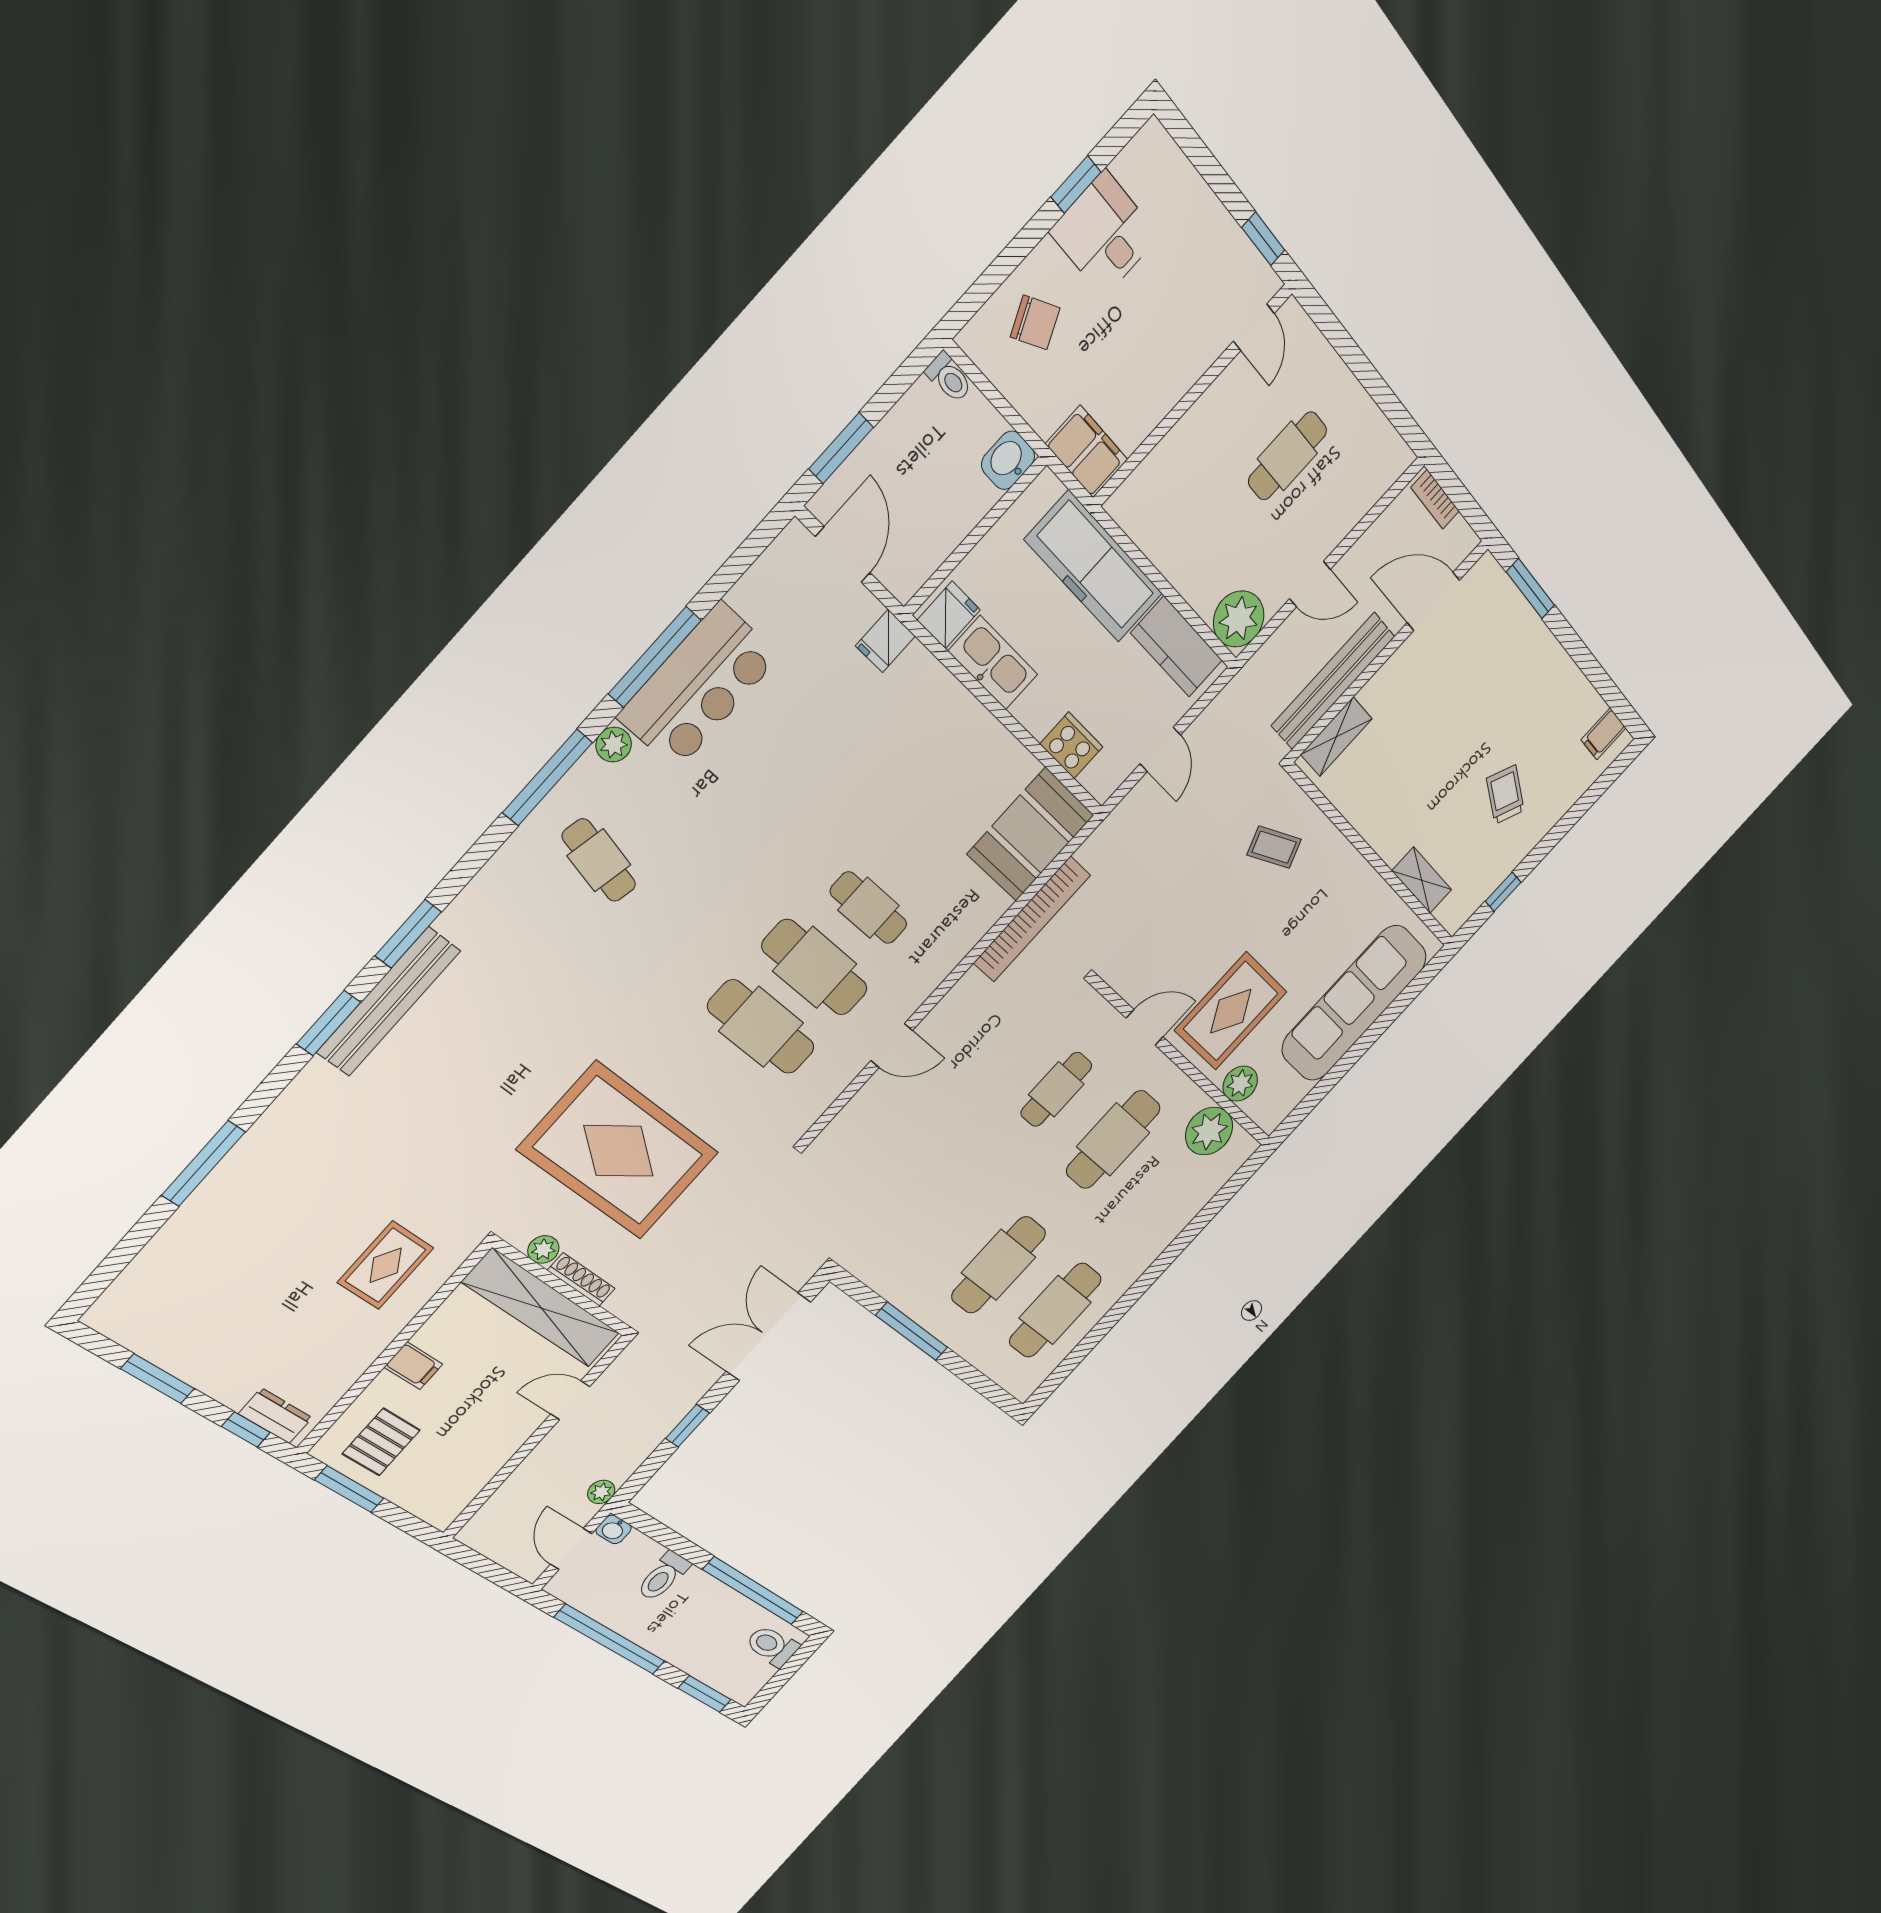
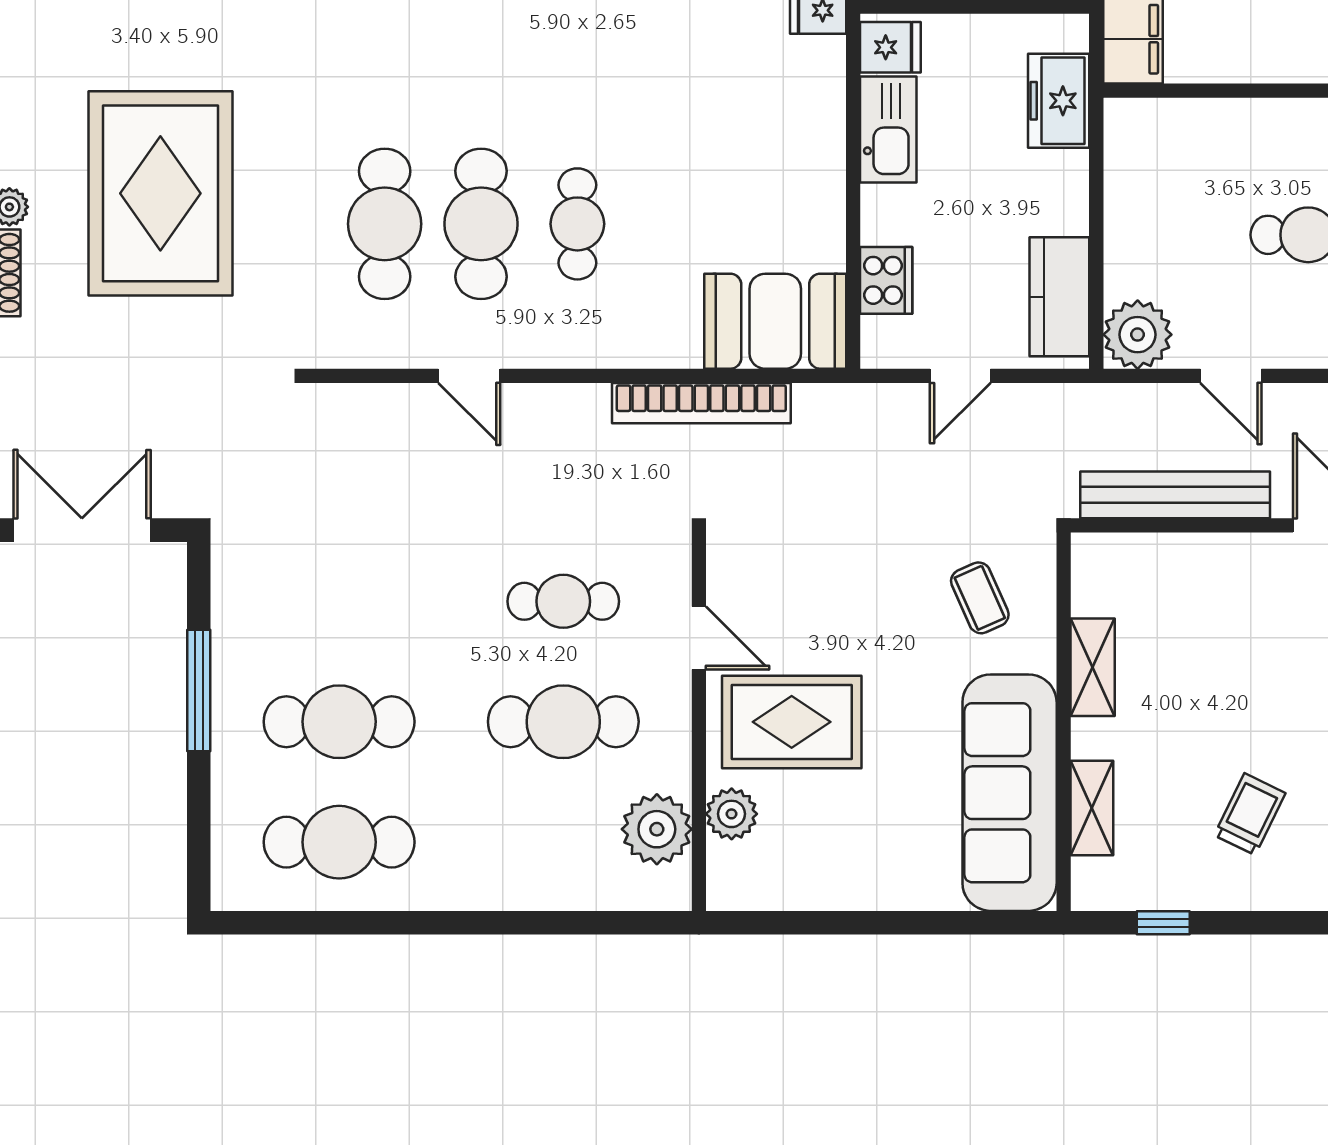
freezer: (1094, 567) -> (1059, 101), width x0.52, depth x0.79
shelving: (1336, 737) -> (1093, 667), moved, turned 90
sofa: (1354, 1003) -> (1010, 793), moved, turned -90

